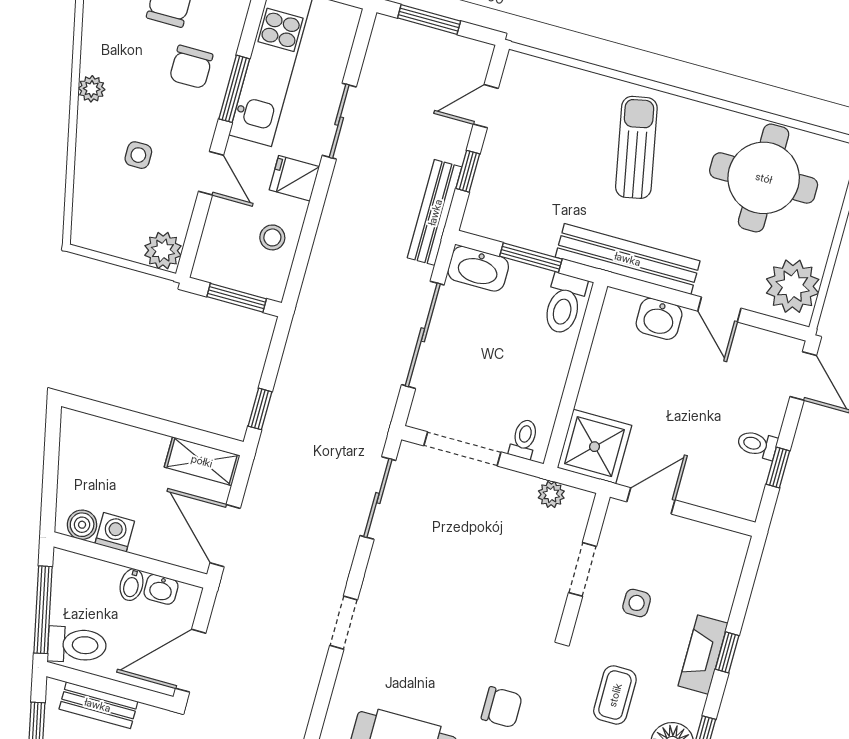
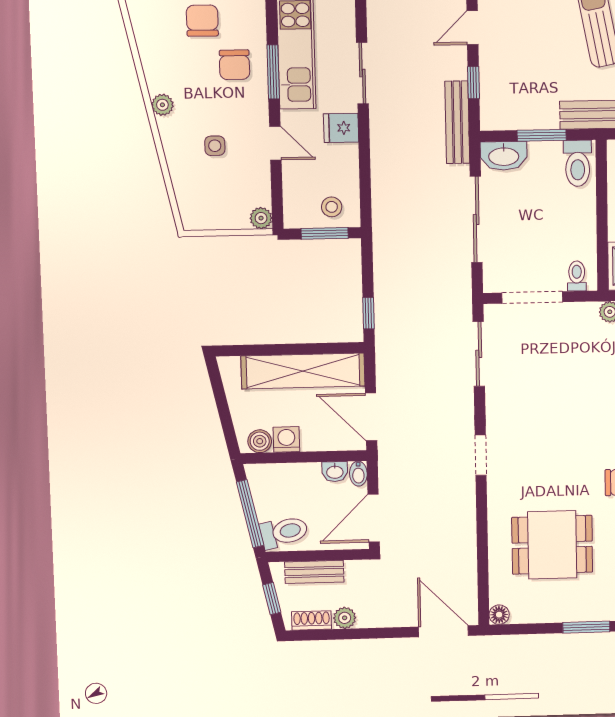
stool: (272, 237) -> (332, 207), moved
plant: (163, 251) -> (261, 218), width x0.73, depth x0.73
shelving: (202, 461) -> (303, 371), width x2.20, depth x1.33
bidet: (132, 585) -> (358, 474), moved

